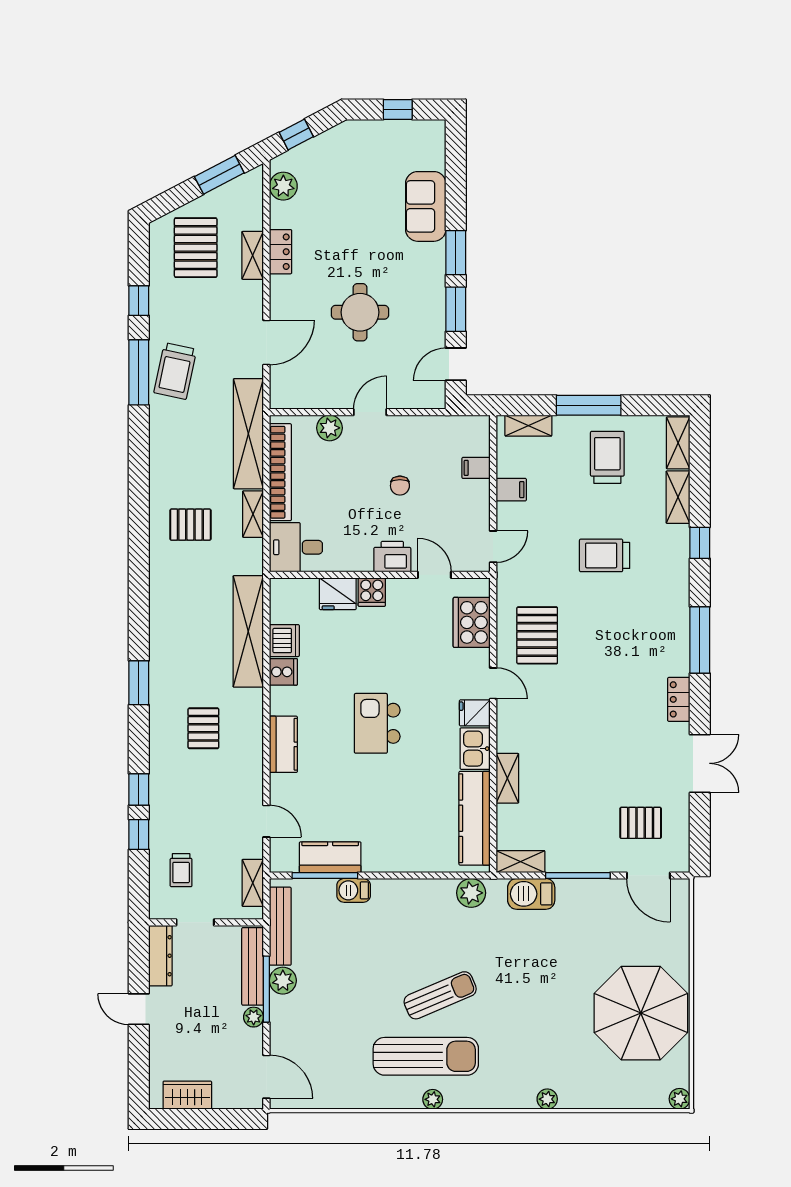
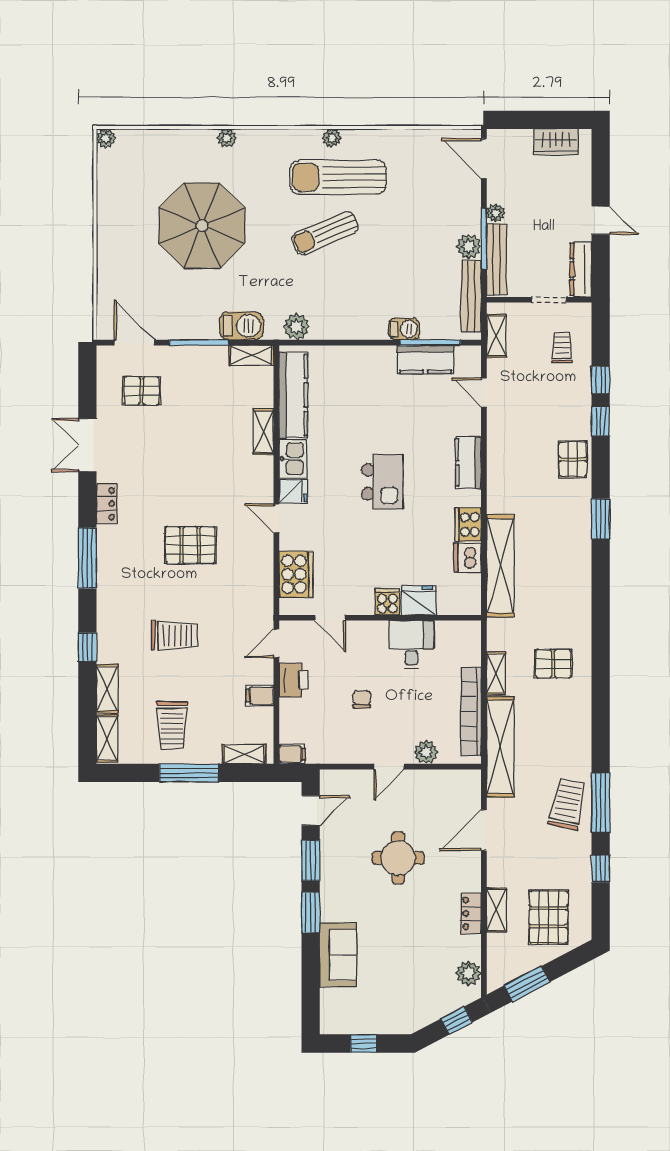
filing cabinet: (476, 468) -> (292, 754), moved
desk: (296, 547) -> (411, 645), moved, turned -90
printer: (392, 557) -> (293, 680), moved, turned -90
pallet: (537, 635) -> (190, 545), moved, turned 90
cooker: (283, 672) -> (468, 525), width x1.36
pallet: (203, 728) -> (573, 459), moved
parasol: (641, 1013) -> (202, 226), moved

